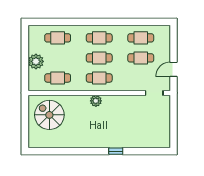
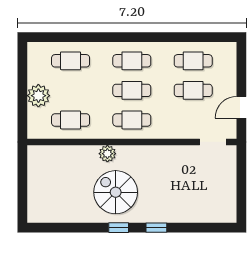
plant: (96, 101) -> (107, 154), moved
spiral stairs: (49, 115) -> (116, 192), moved
window: (90, 151) -> (119, 228), added

